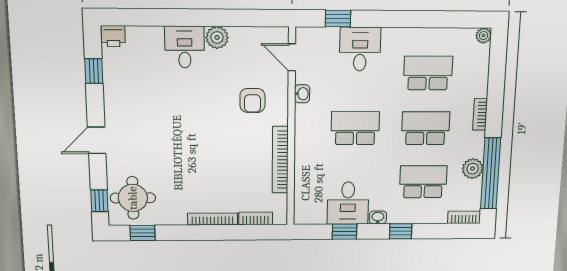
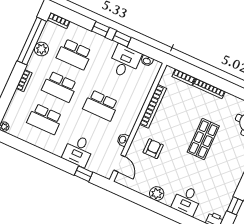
desk: (185, 47) -> (187, 201), moved
shop shelf: (187, 146) -> (203, 139), added
washbasin: (378, 217) -> (147, 61), moved
window: (344, 232) -> (122, 39), moved

